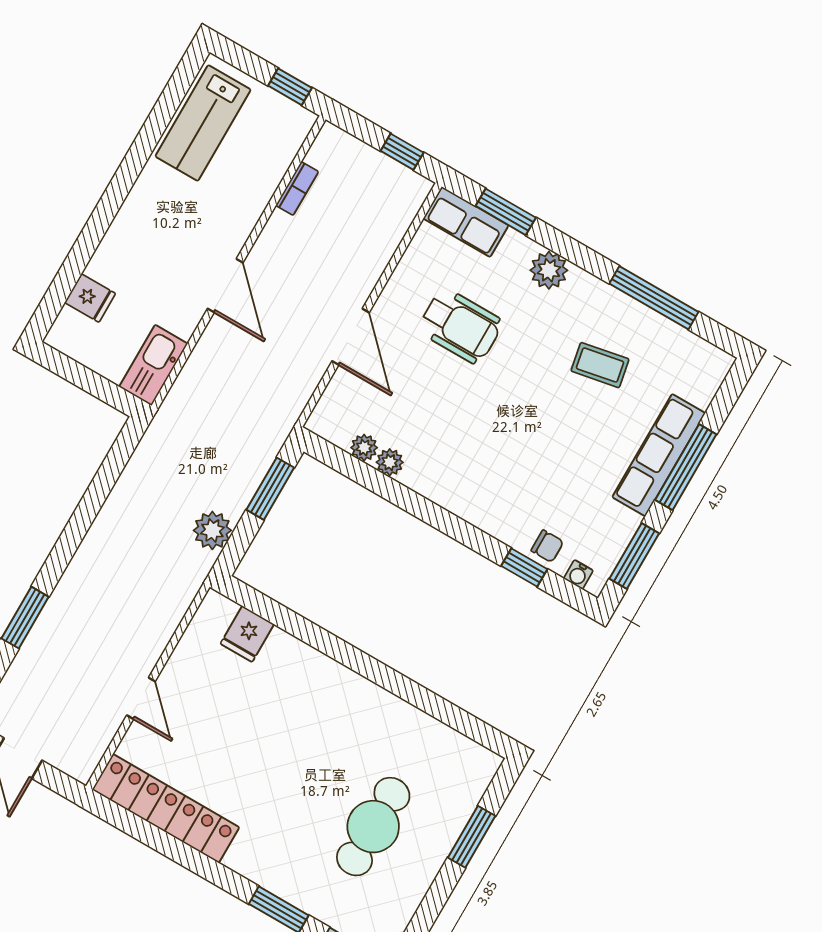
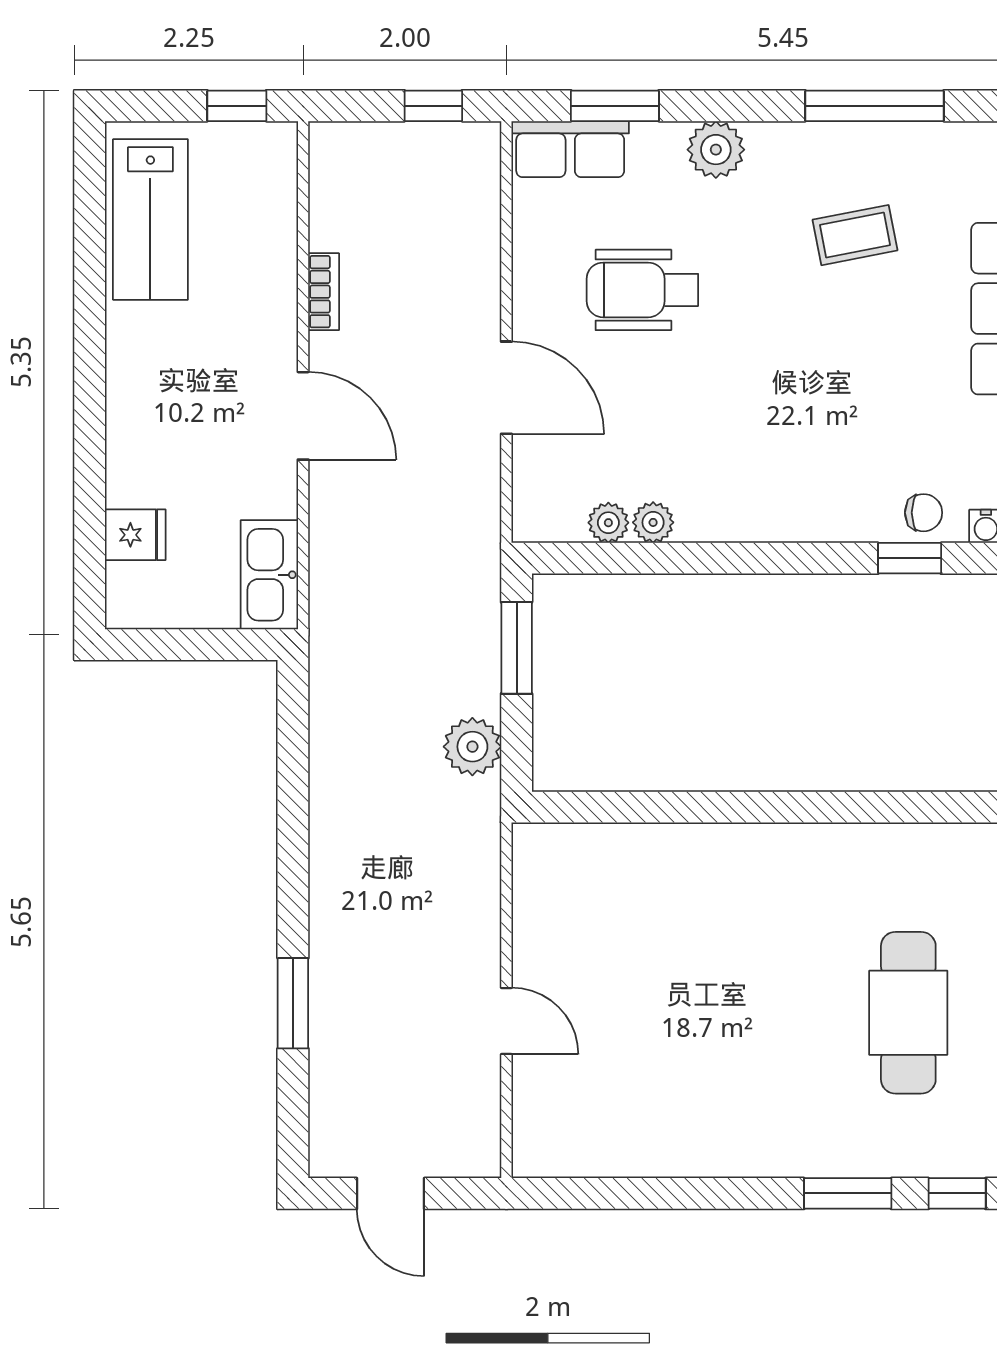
bookcase: (297, 188) -> (324, 292), moved
wheelchair: (460, 326) -> (642, 290), turned 180
fridge: (247, 634) -> (597, 856), removed
locker: (166, 808) -> (623, 1147), removed

